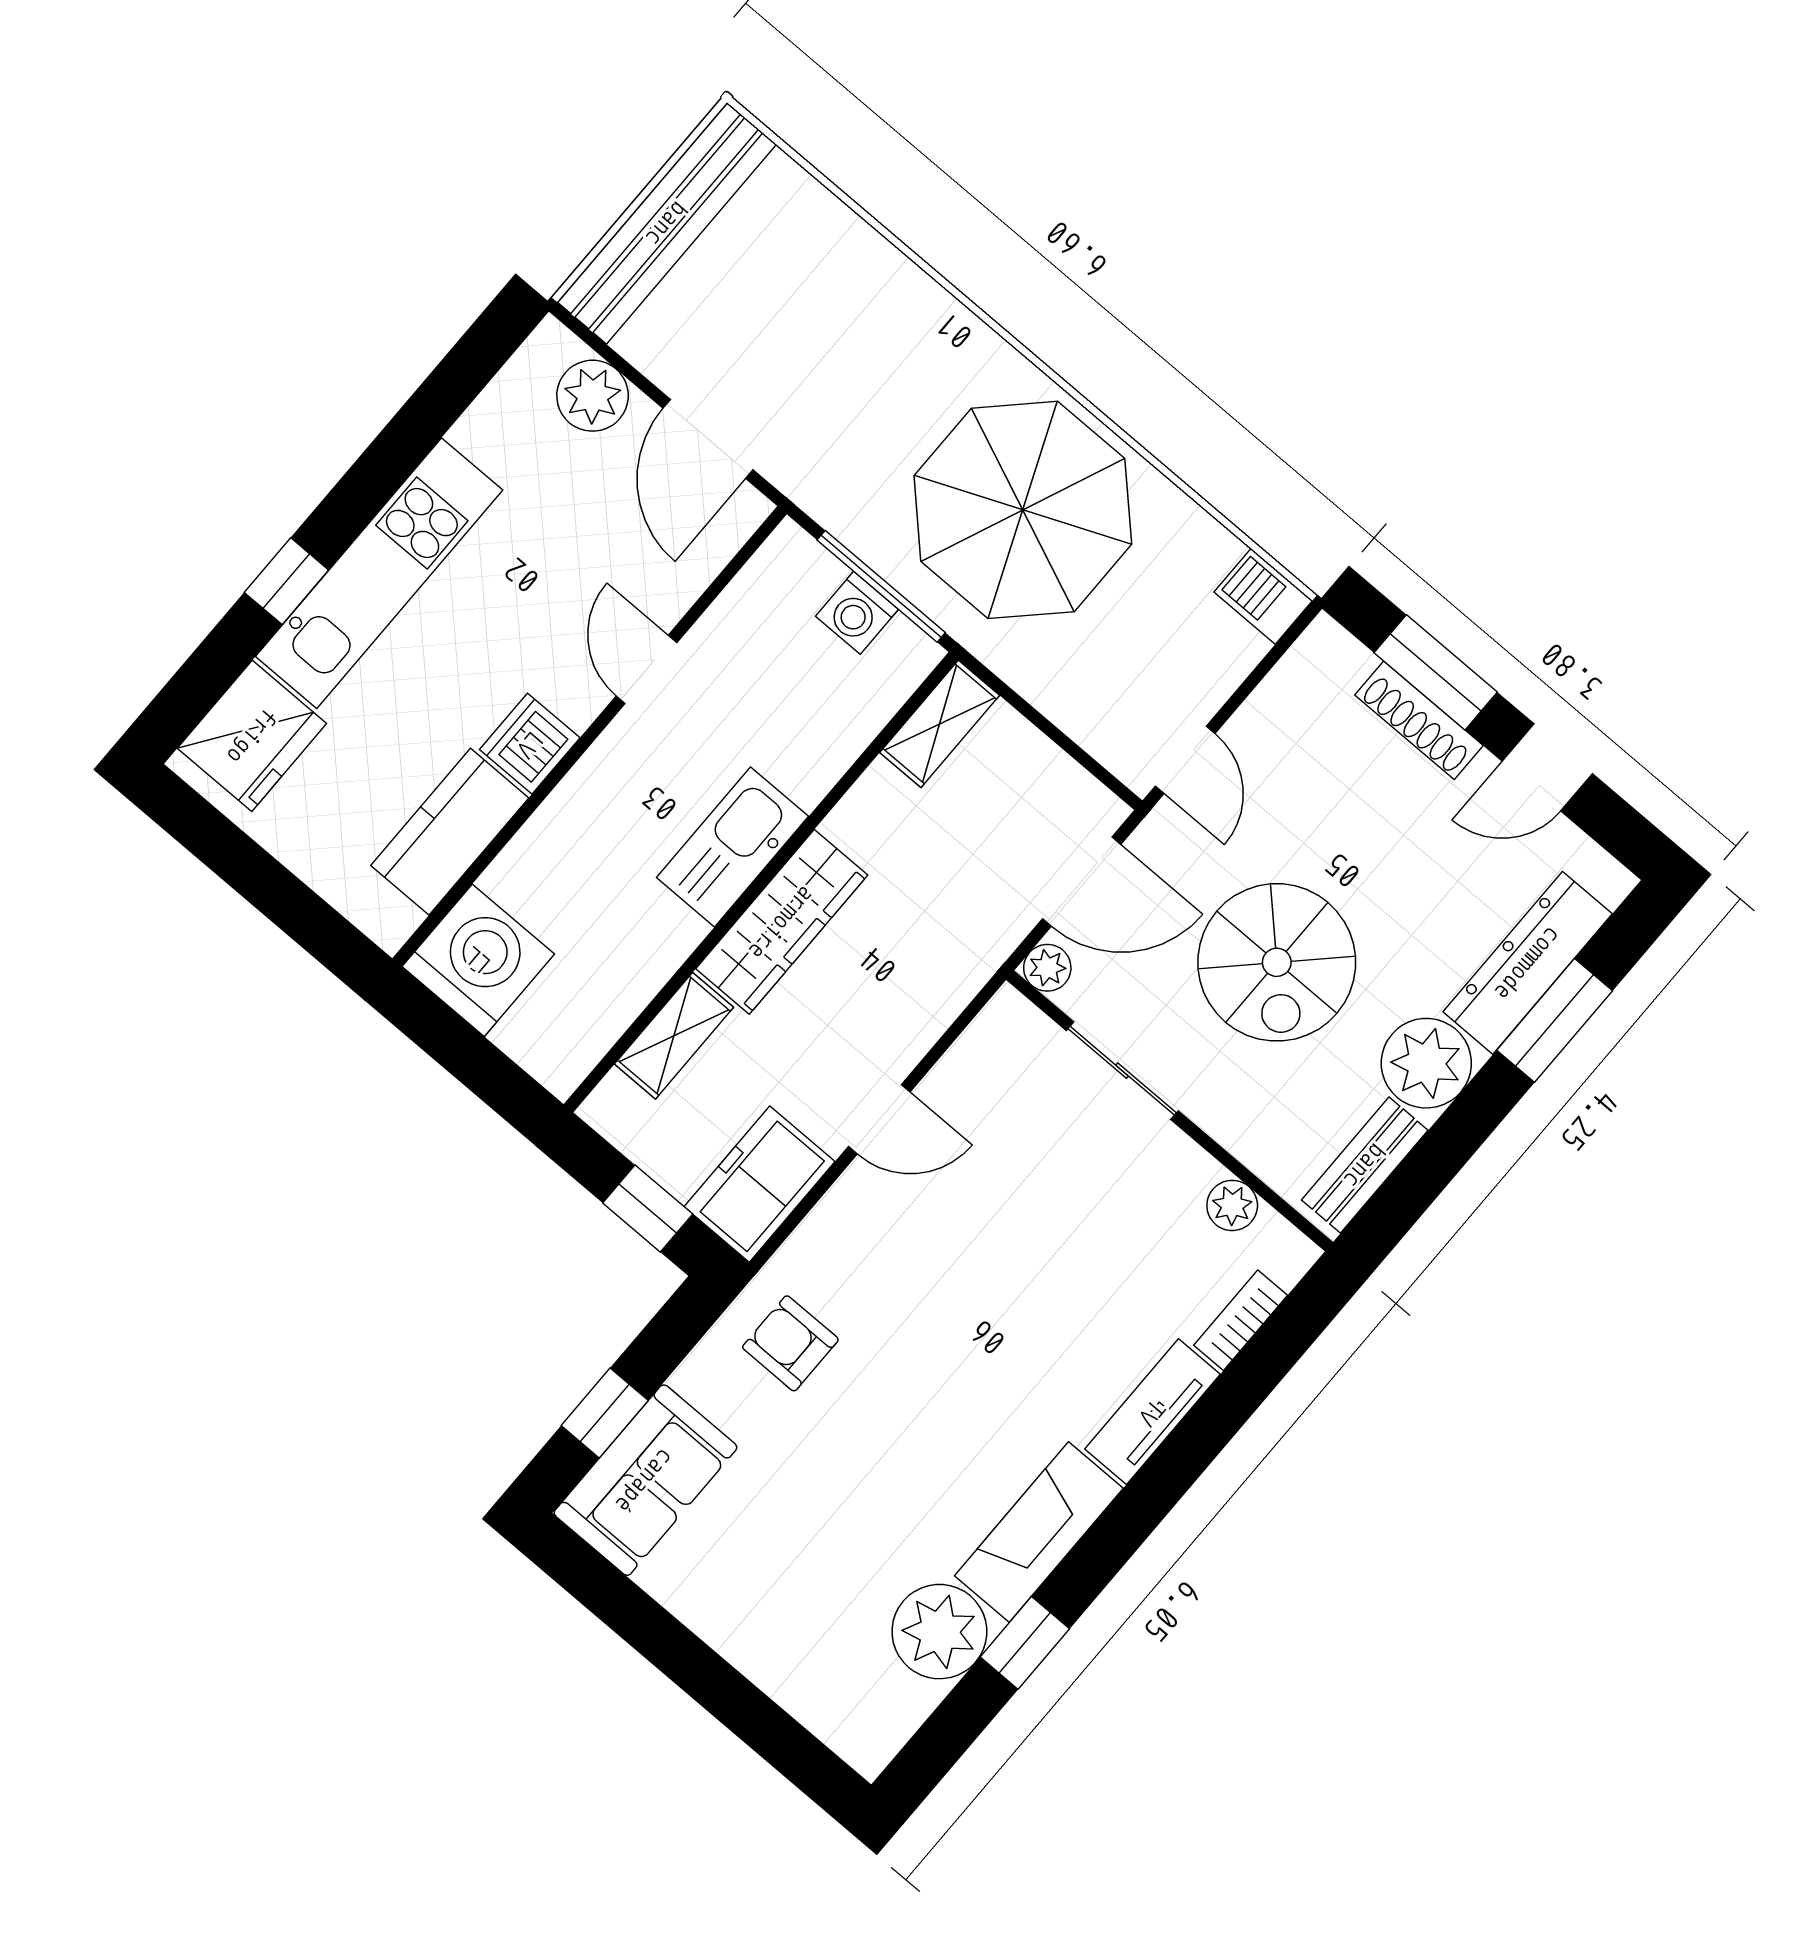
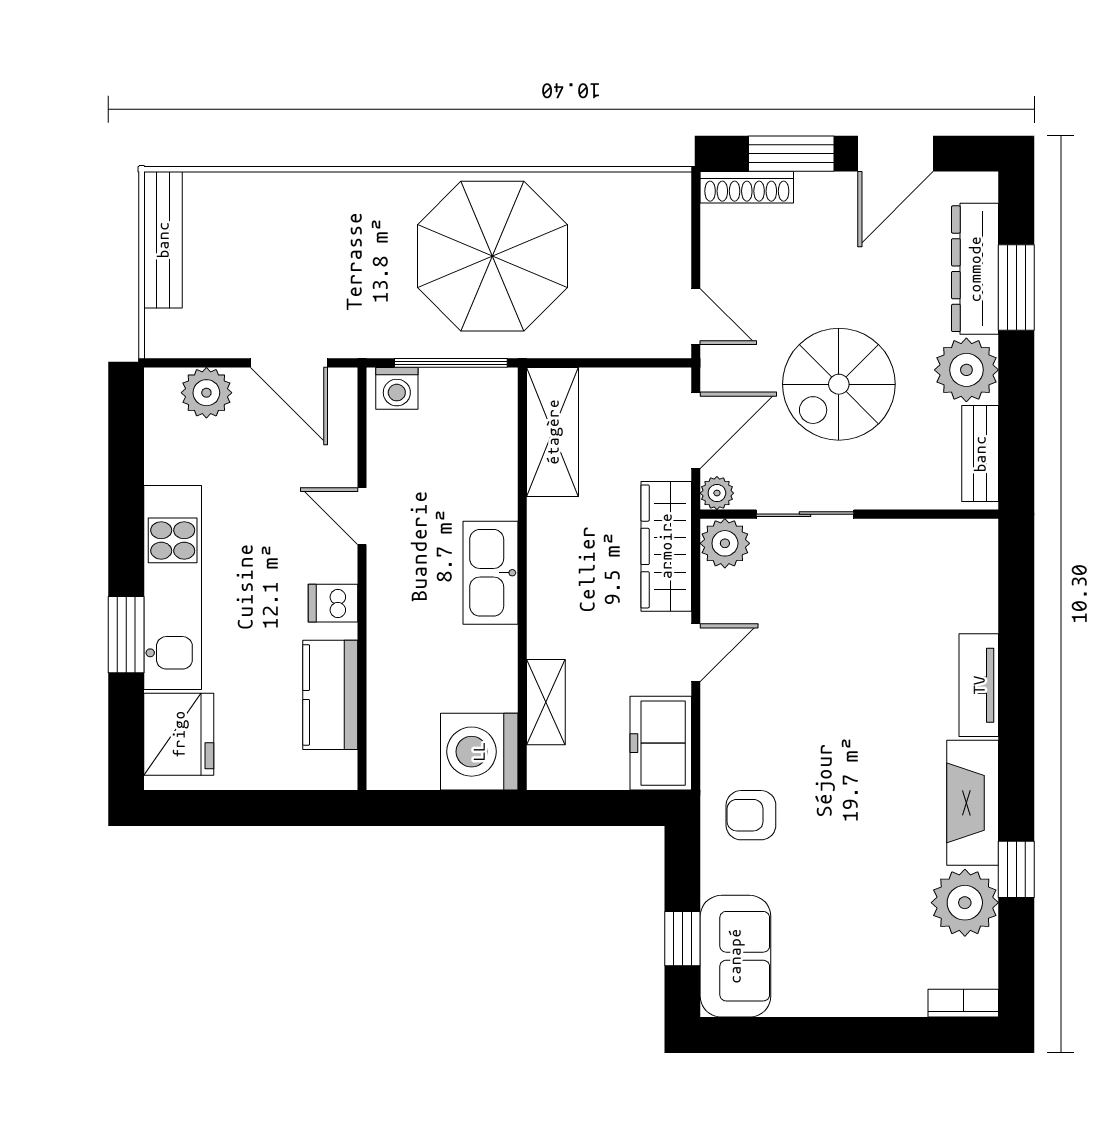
bench: (667, 223) -> (163, 240), width x0.73, depth x0.82
window: (286, 581) -> (126, 635), width x1.50
barbecue: (1263, 596) -> (663, 192), removed
washing machine: (857, 613) -> (397, 388), moved
shoe rack: (1419, 720) -> (747, 187), moved
shelving: (940, 724) -> (553, 432), width x1.50, depth x1.33
dishwasher: (530, 744) -> (333, 603), width x0.73
door: (1547, 767) -> (896, 154), width x1.37
wardrobe: (782, 922) -> (666, 546), moved, turned 180
washing machine: (478, 960) -> (479, 752), moved, turned -90
spiral stairs: (1277, 962) -> (839, 384), turned 90
plant: (1232, 1205) -> (725, 543), moved, width x1.38, depth x1.38
window: (648, 1209) -> (611, 808), removed
bookcase: (1241, 1320) -> (963, 1003), moved, turned 90

